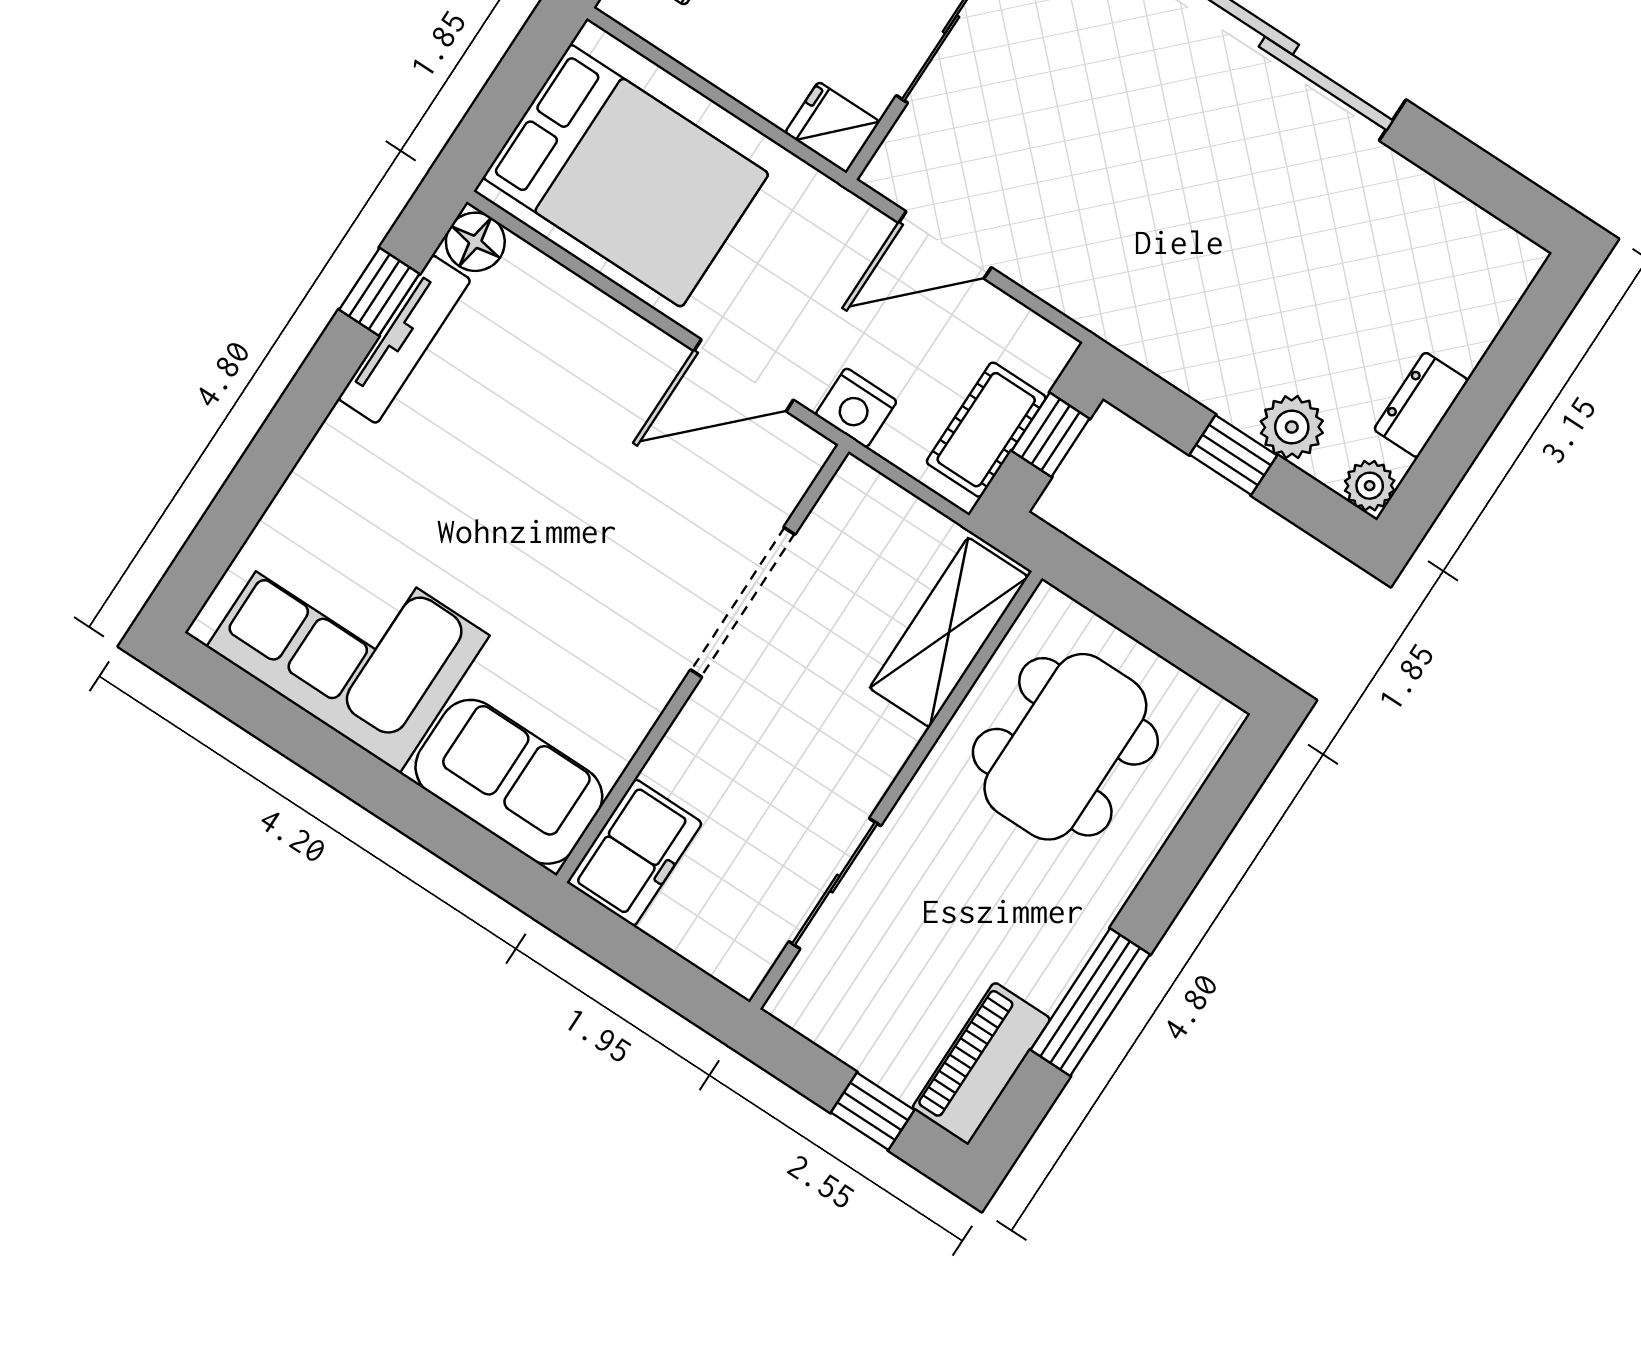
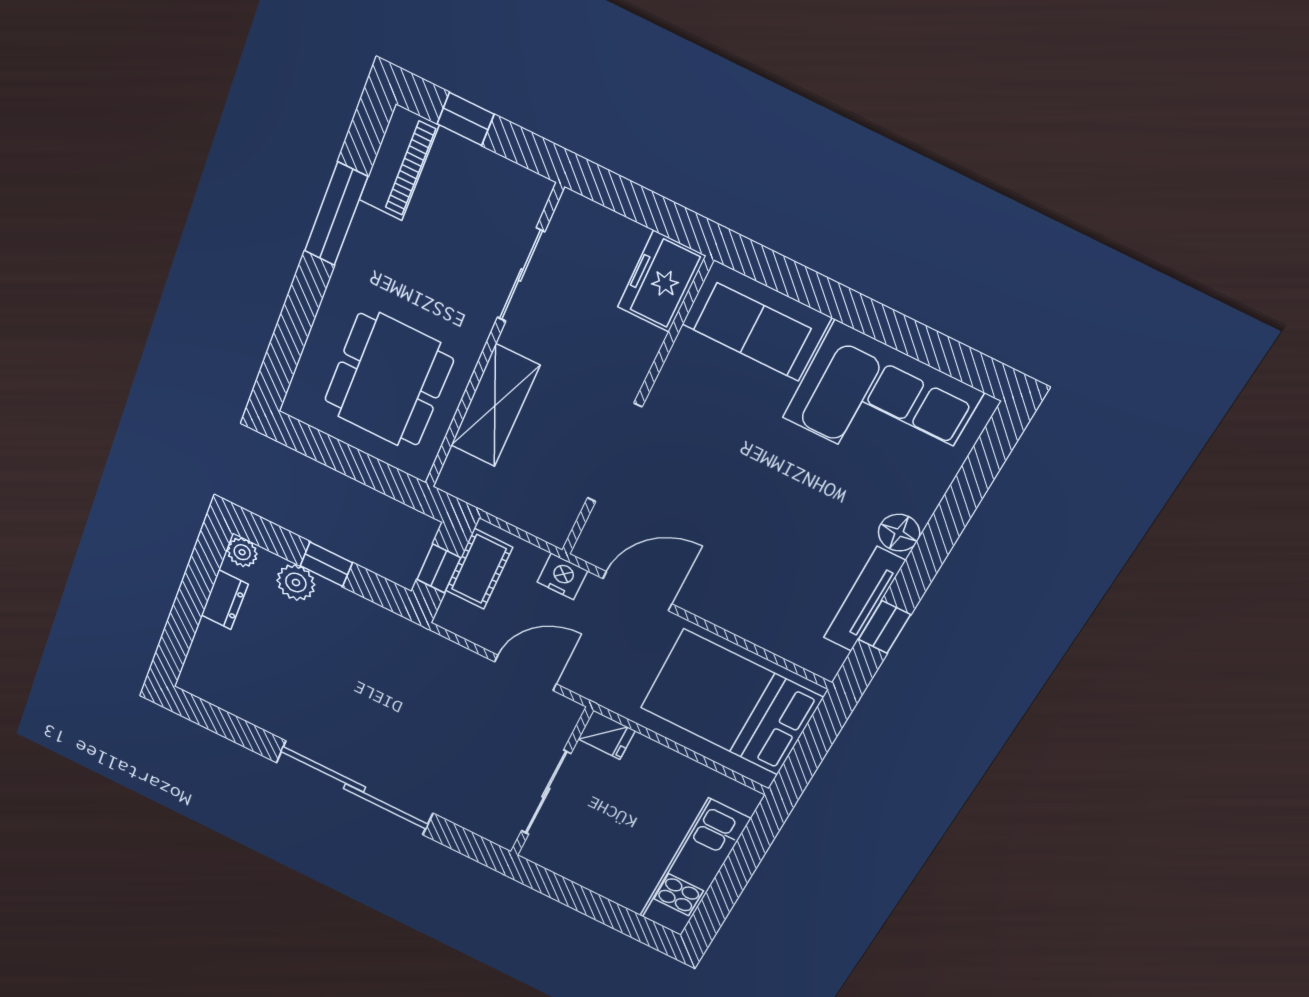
floor lamp: (475, 242) -> (899, 533), moved
shelving: (949, 632) -> (495, 406), moved

